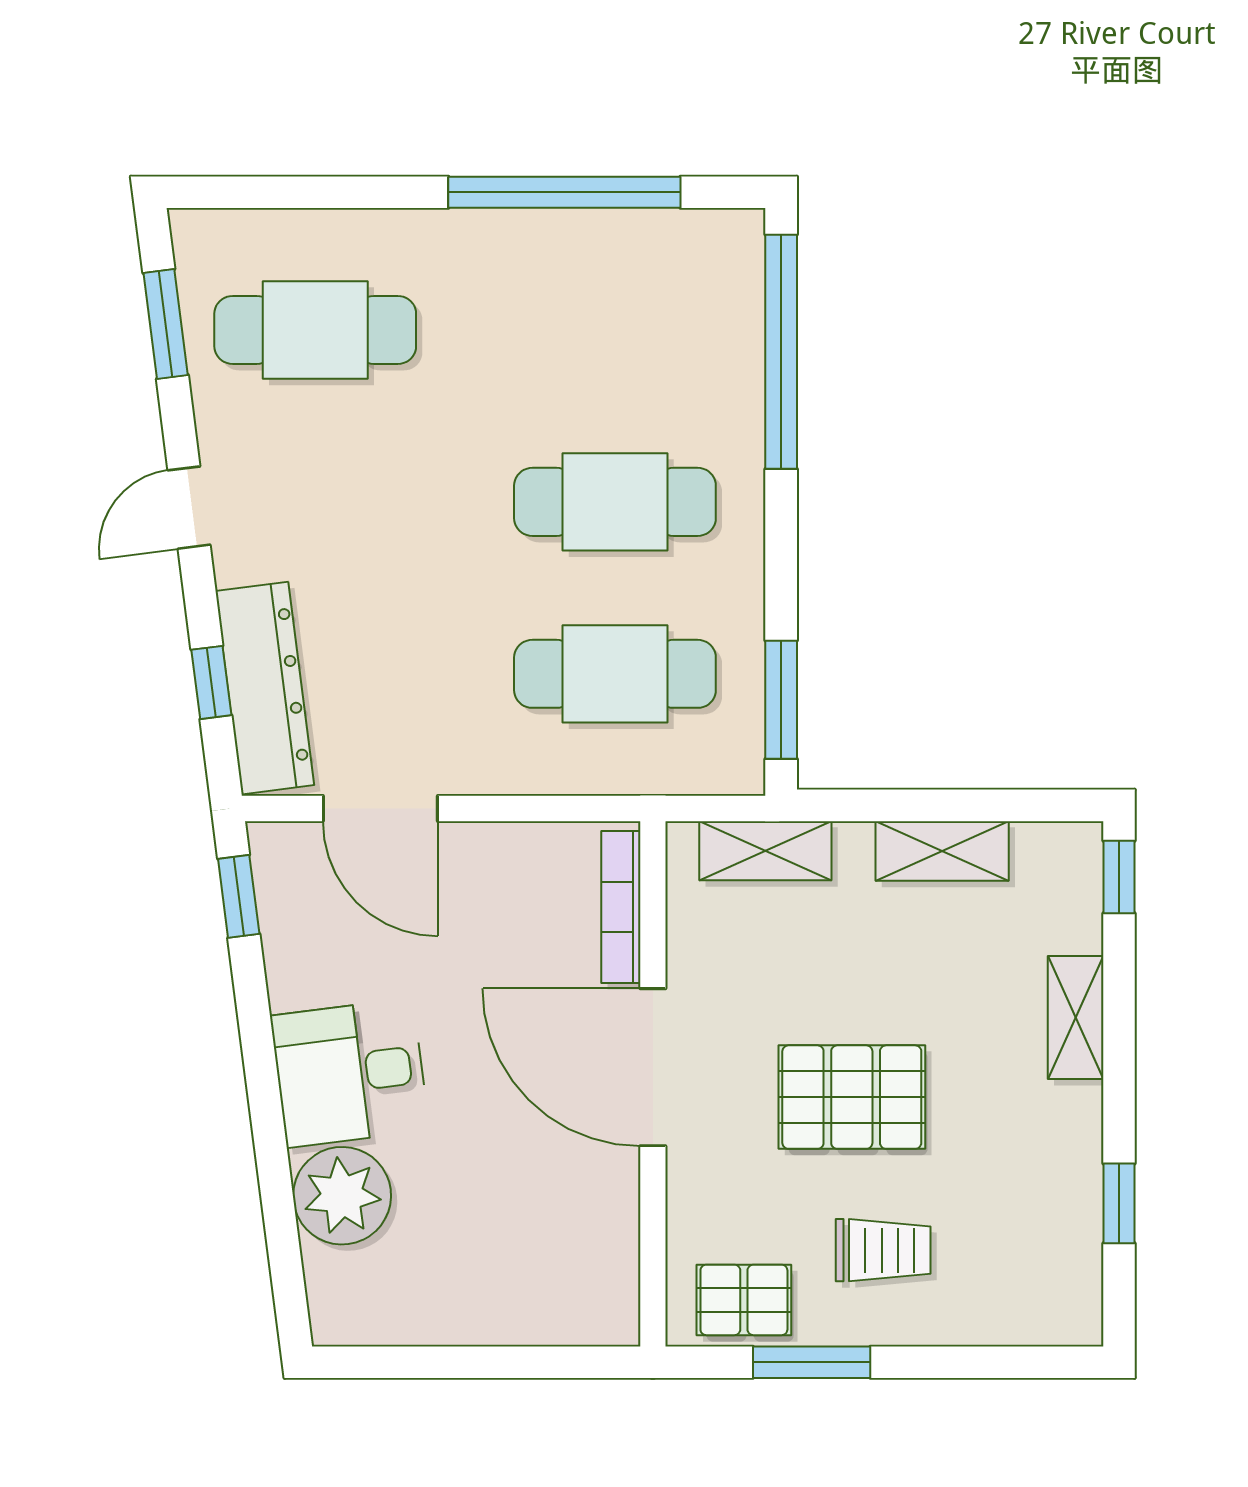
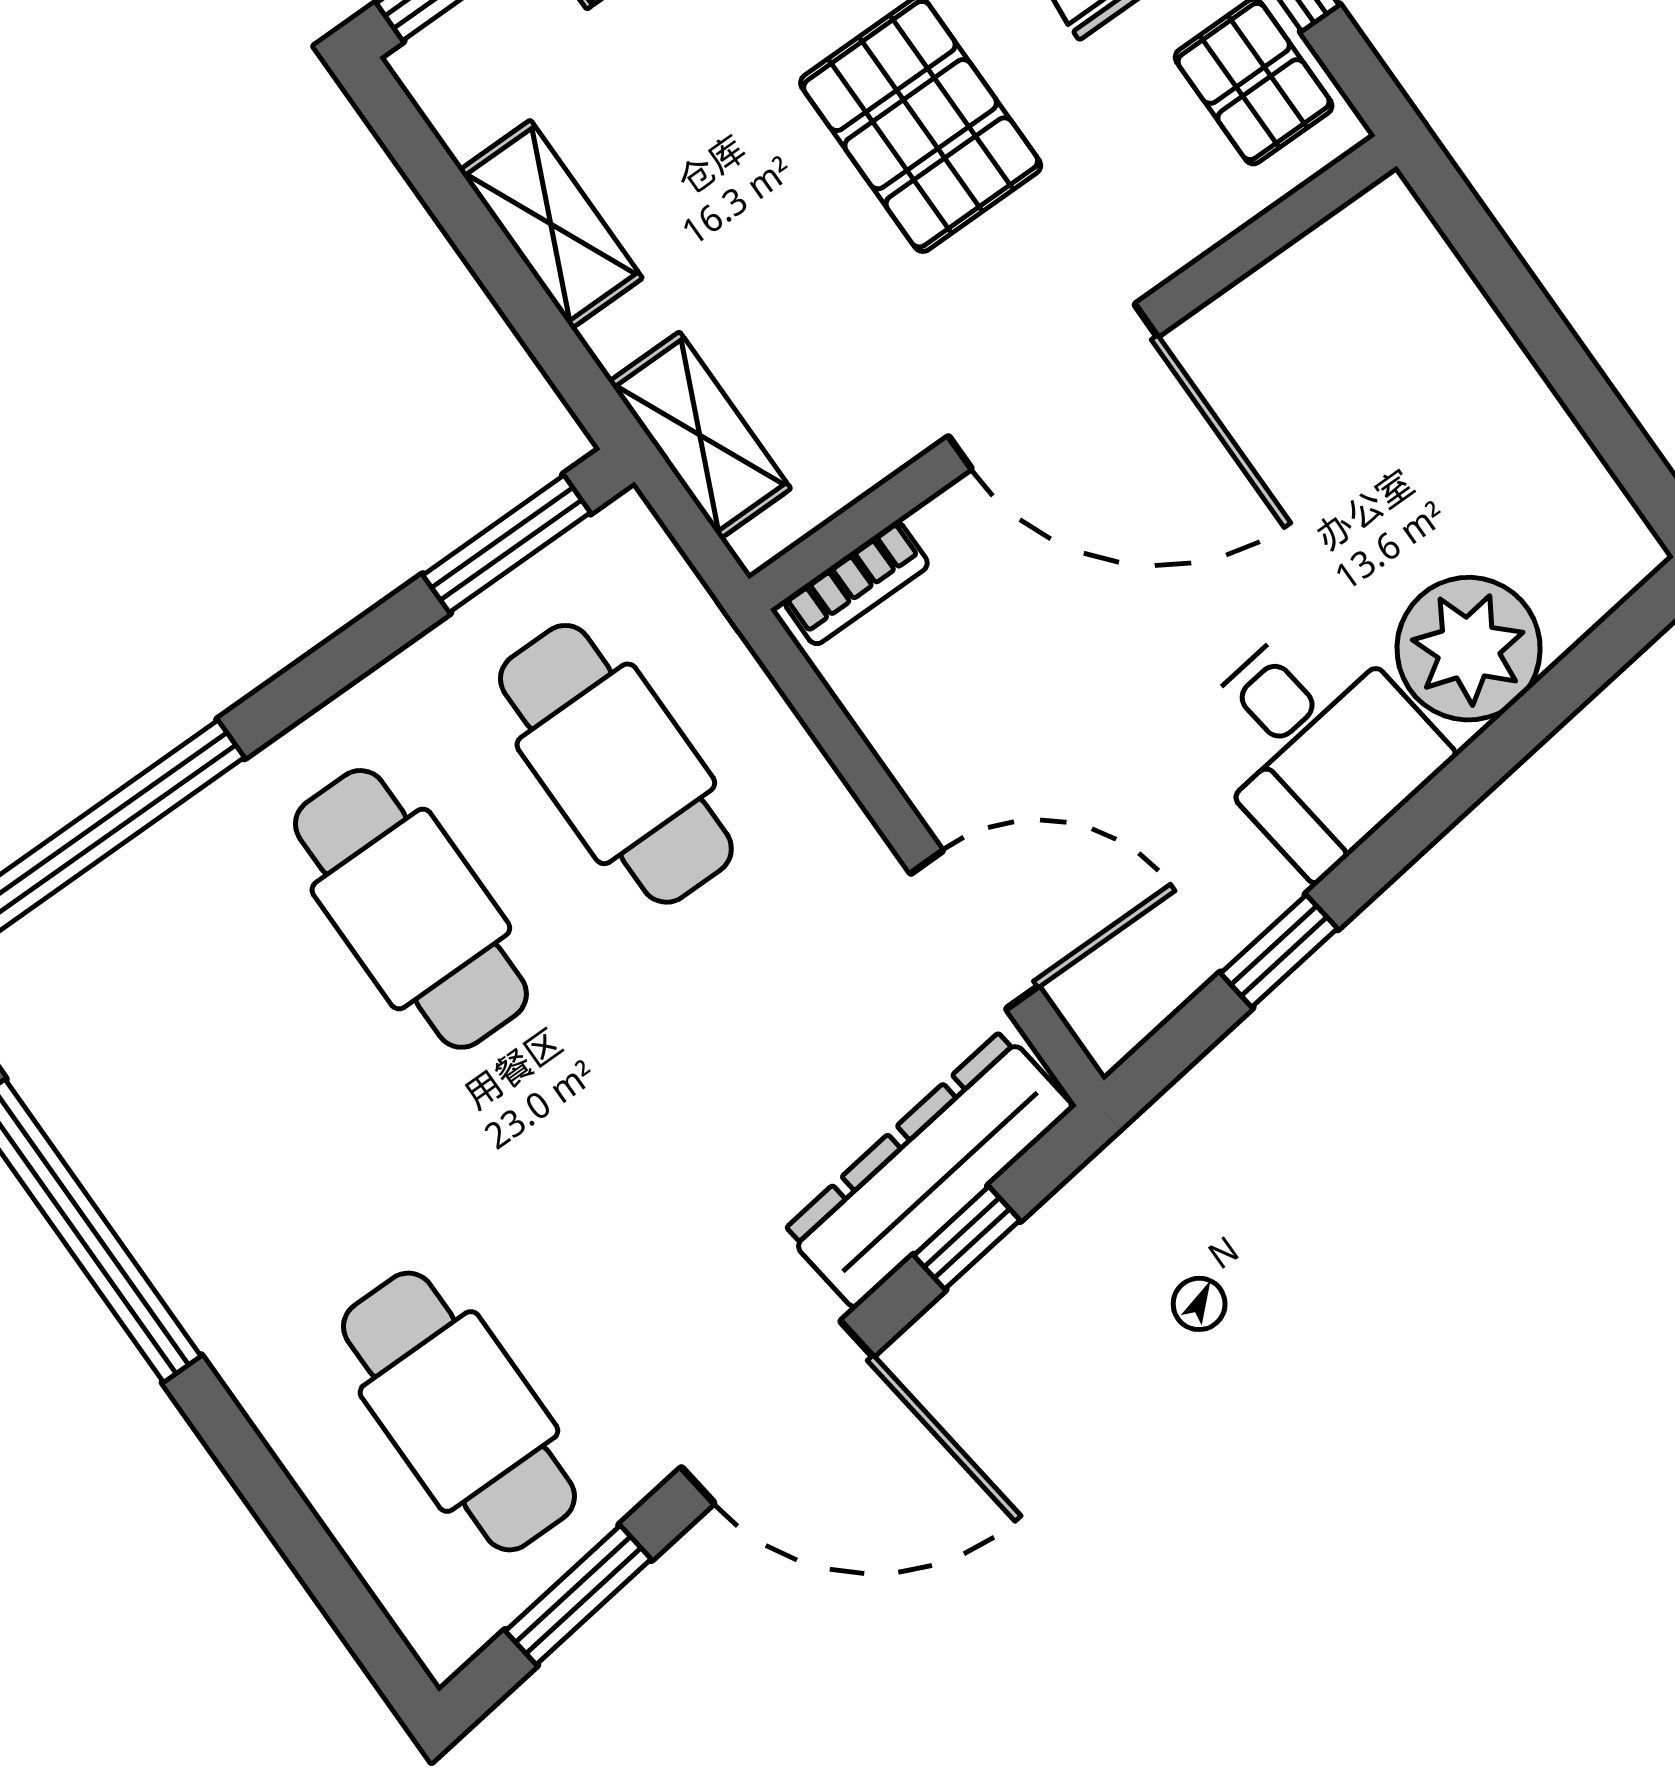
door: (189, 508) -> (777, 1412), width x1.88
door: (380, 809) -> (975, 930), hinge flipped
window: (239, 896) -> (1279, 951), moved
bookcase: (621, 907) -> (856, 583), width x0.64
door: (653, 1067) -> (1053, 387), hinge flipped

